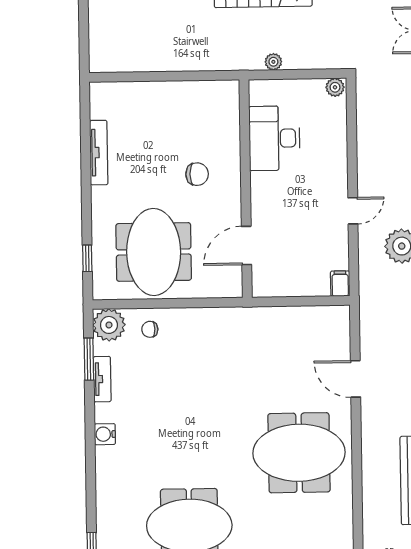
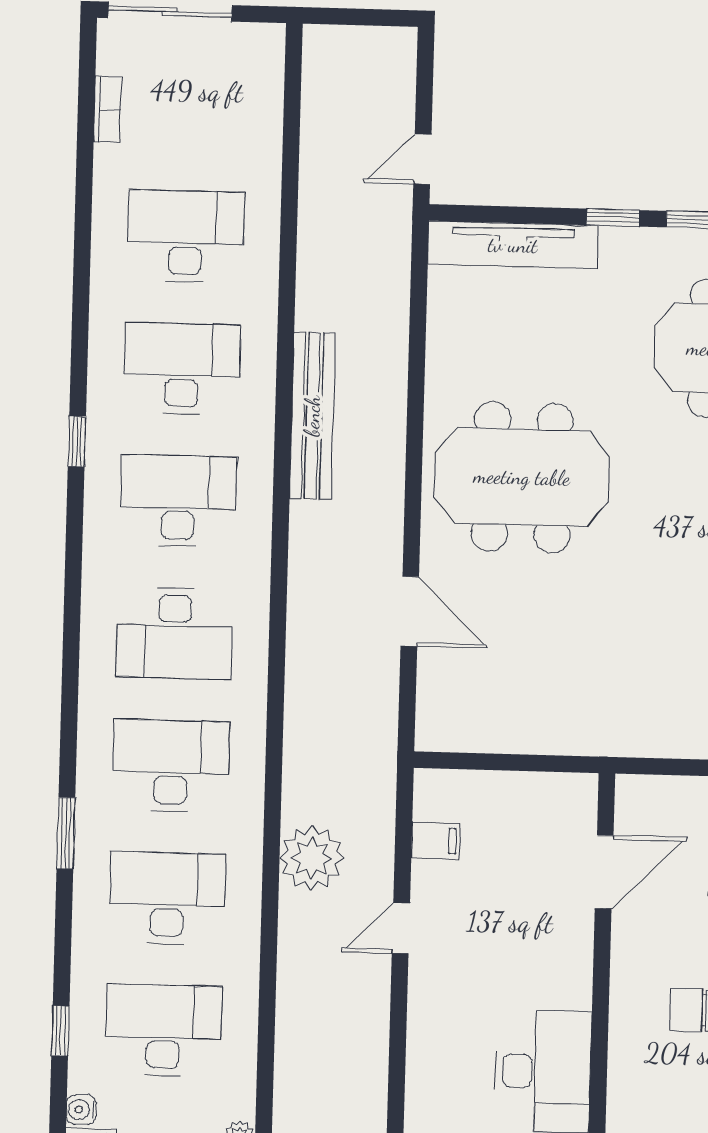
filing cabinet: (340, 284) -> (436, 841), moved, turned -90

